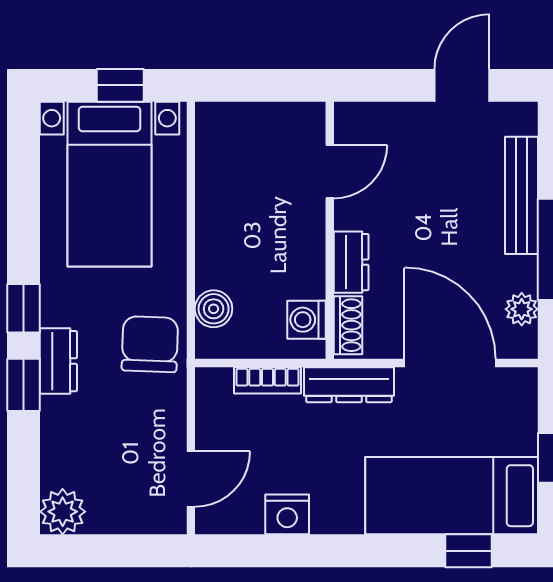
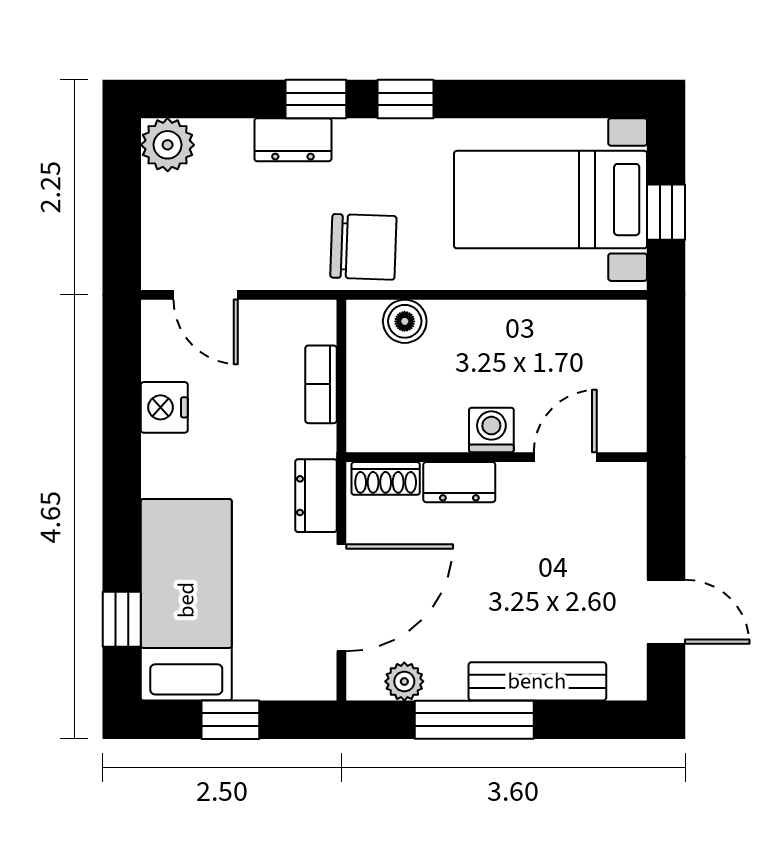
door: (330, 172) -> (565, 457), swing flipped
washing machine: (307, 320) -> (491, 430), moved
dresser: (58, 361) -> (293, 140), moved
dresser: (349, 385) -> (316, 496), width x0.70

